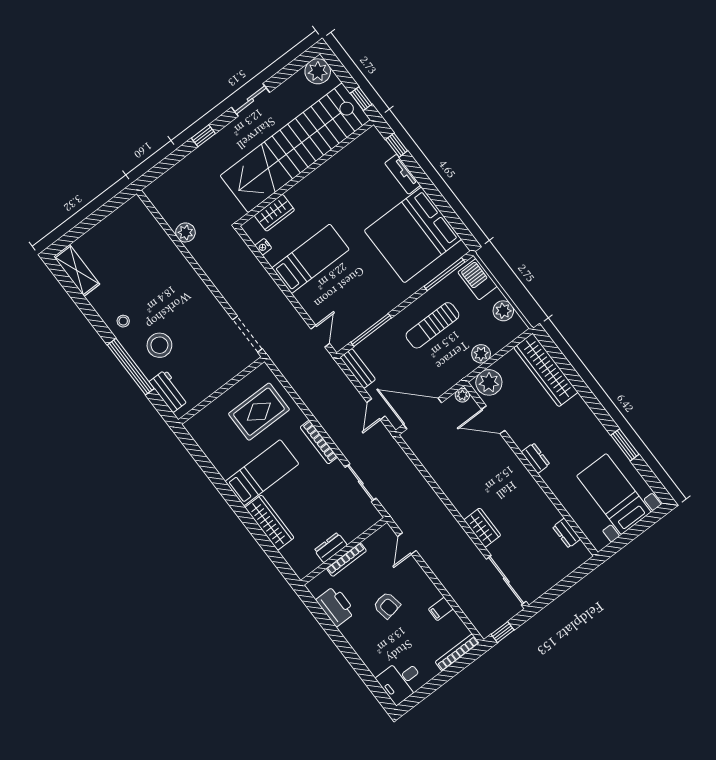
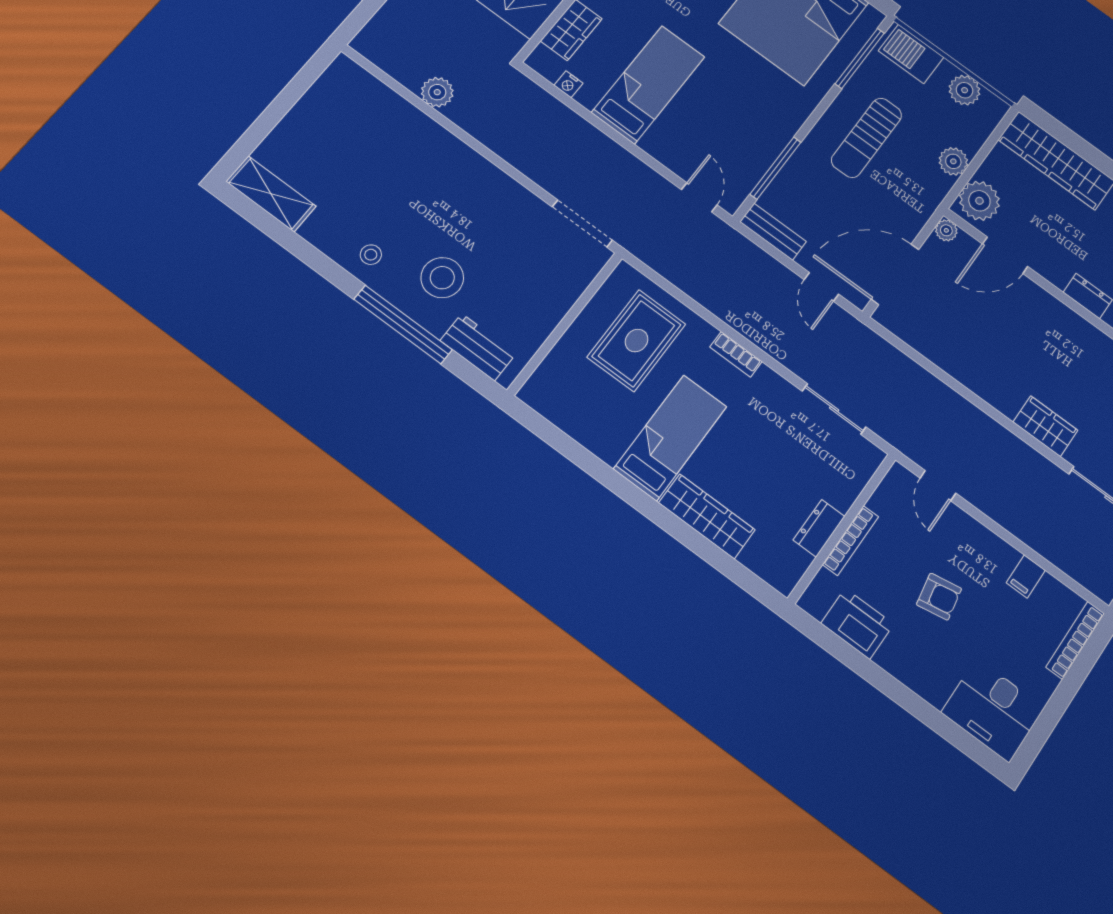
bookcase: (319, 442) -> (736, 354), width x0.64
desk: (401, 681) -> (993, 710), width x1.37

